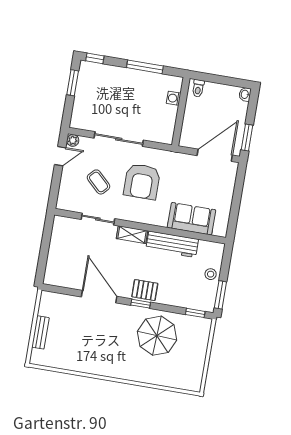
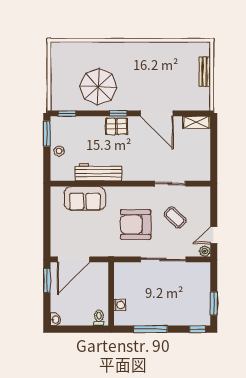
armchair: (142, 181) -> (136, 225), turned -90
shelving: (132, 235) -> (197, 122), moved

